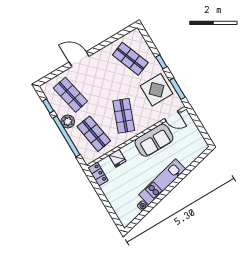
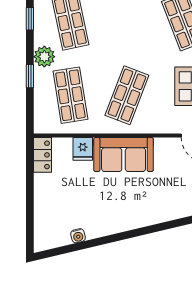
window: (66, 136) -> (30, 76), width x0.32
sofa: (154, 140) -> (124, 155), moved
kitchen unit: (162, 182) -> (125, 219), removed

